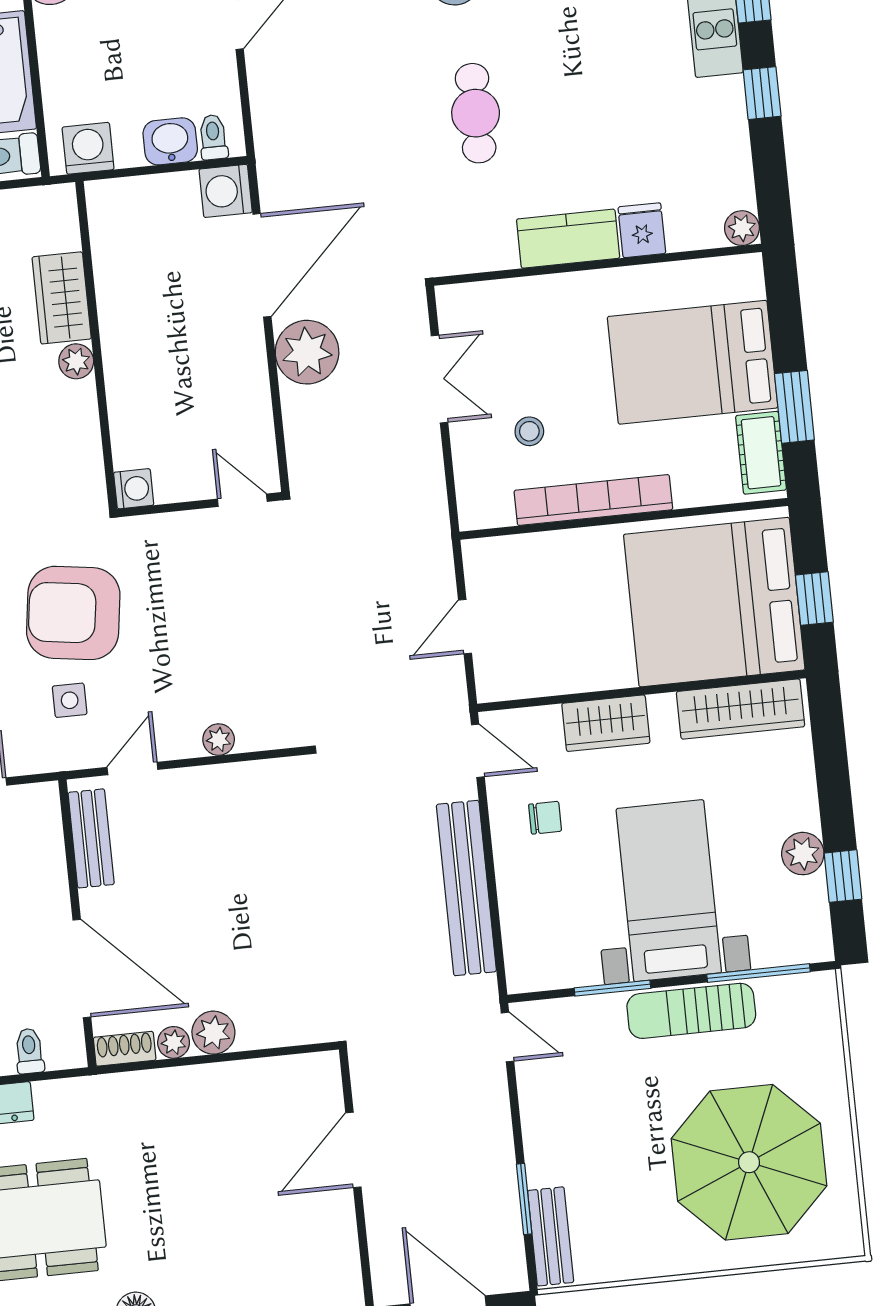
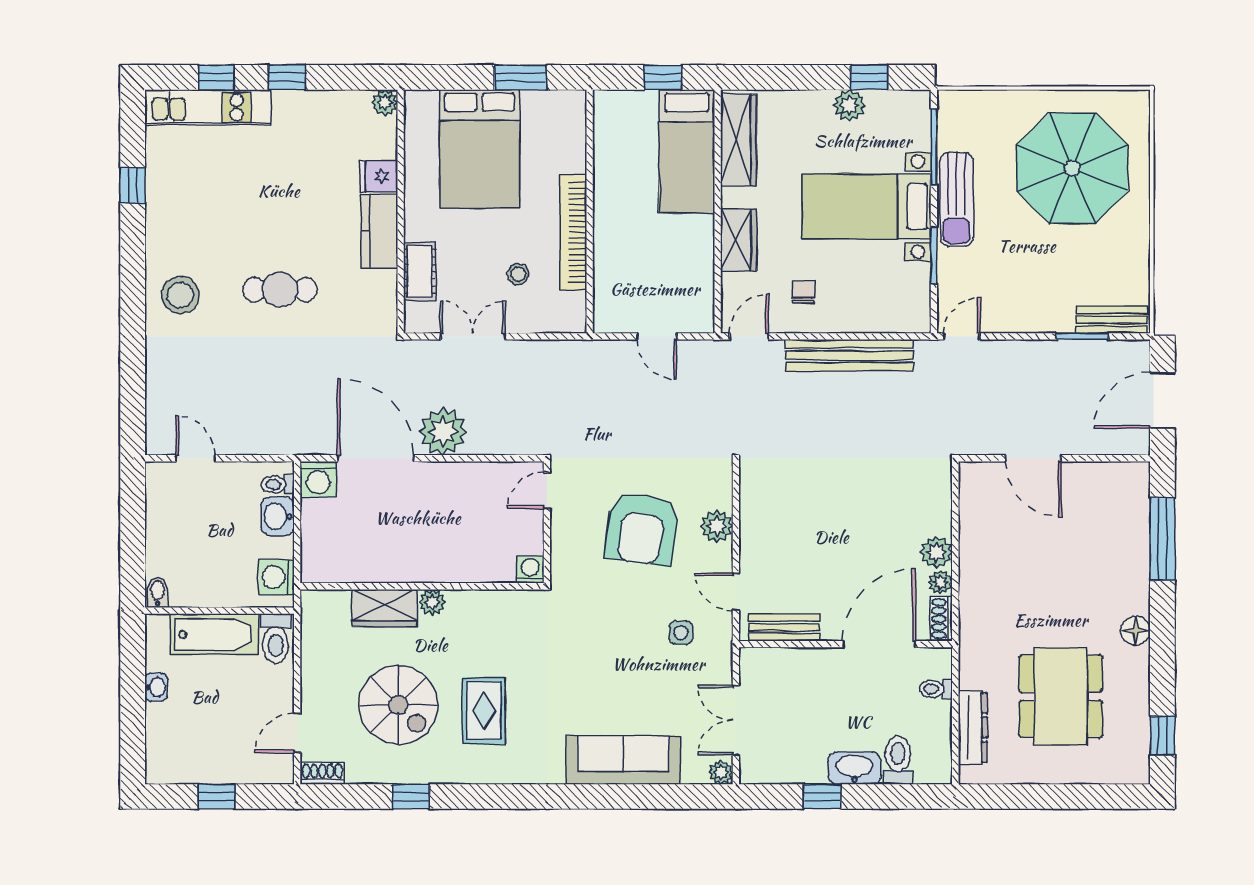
cot: (761, 453) -> (420, 272), moved, turned 90
bed: (714, 602) -> (687, 151), width x0.49
armchair: (73, 613) -> (642, 529), moved
plant: (219, 740) -> (717, 526), width x1.38, depth x1.38

